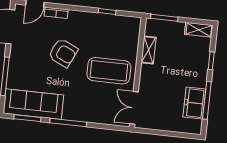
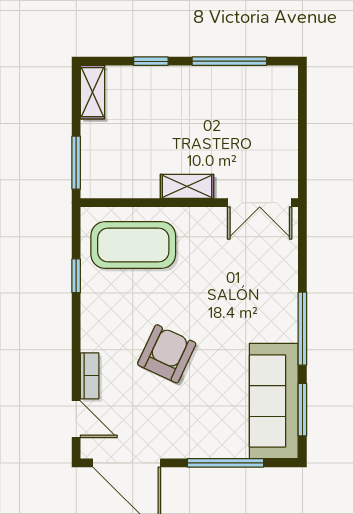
shelving: (149, 50) -> (187, 186), moved
coffee table: (109, 71) -> (133, 245), moved, turned 90
freezer: (194, 103) -> (237, 85), removed

